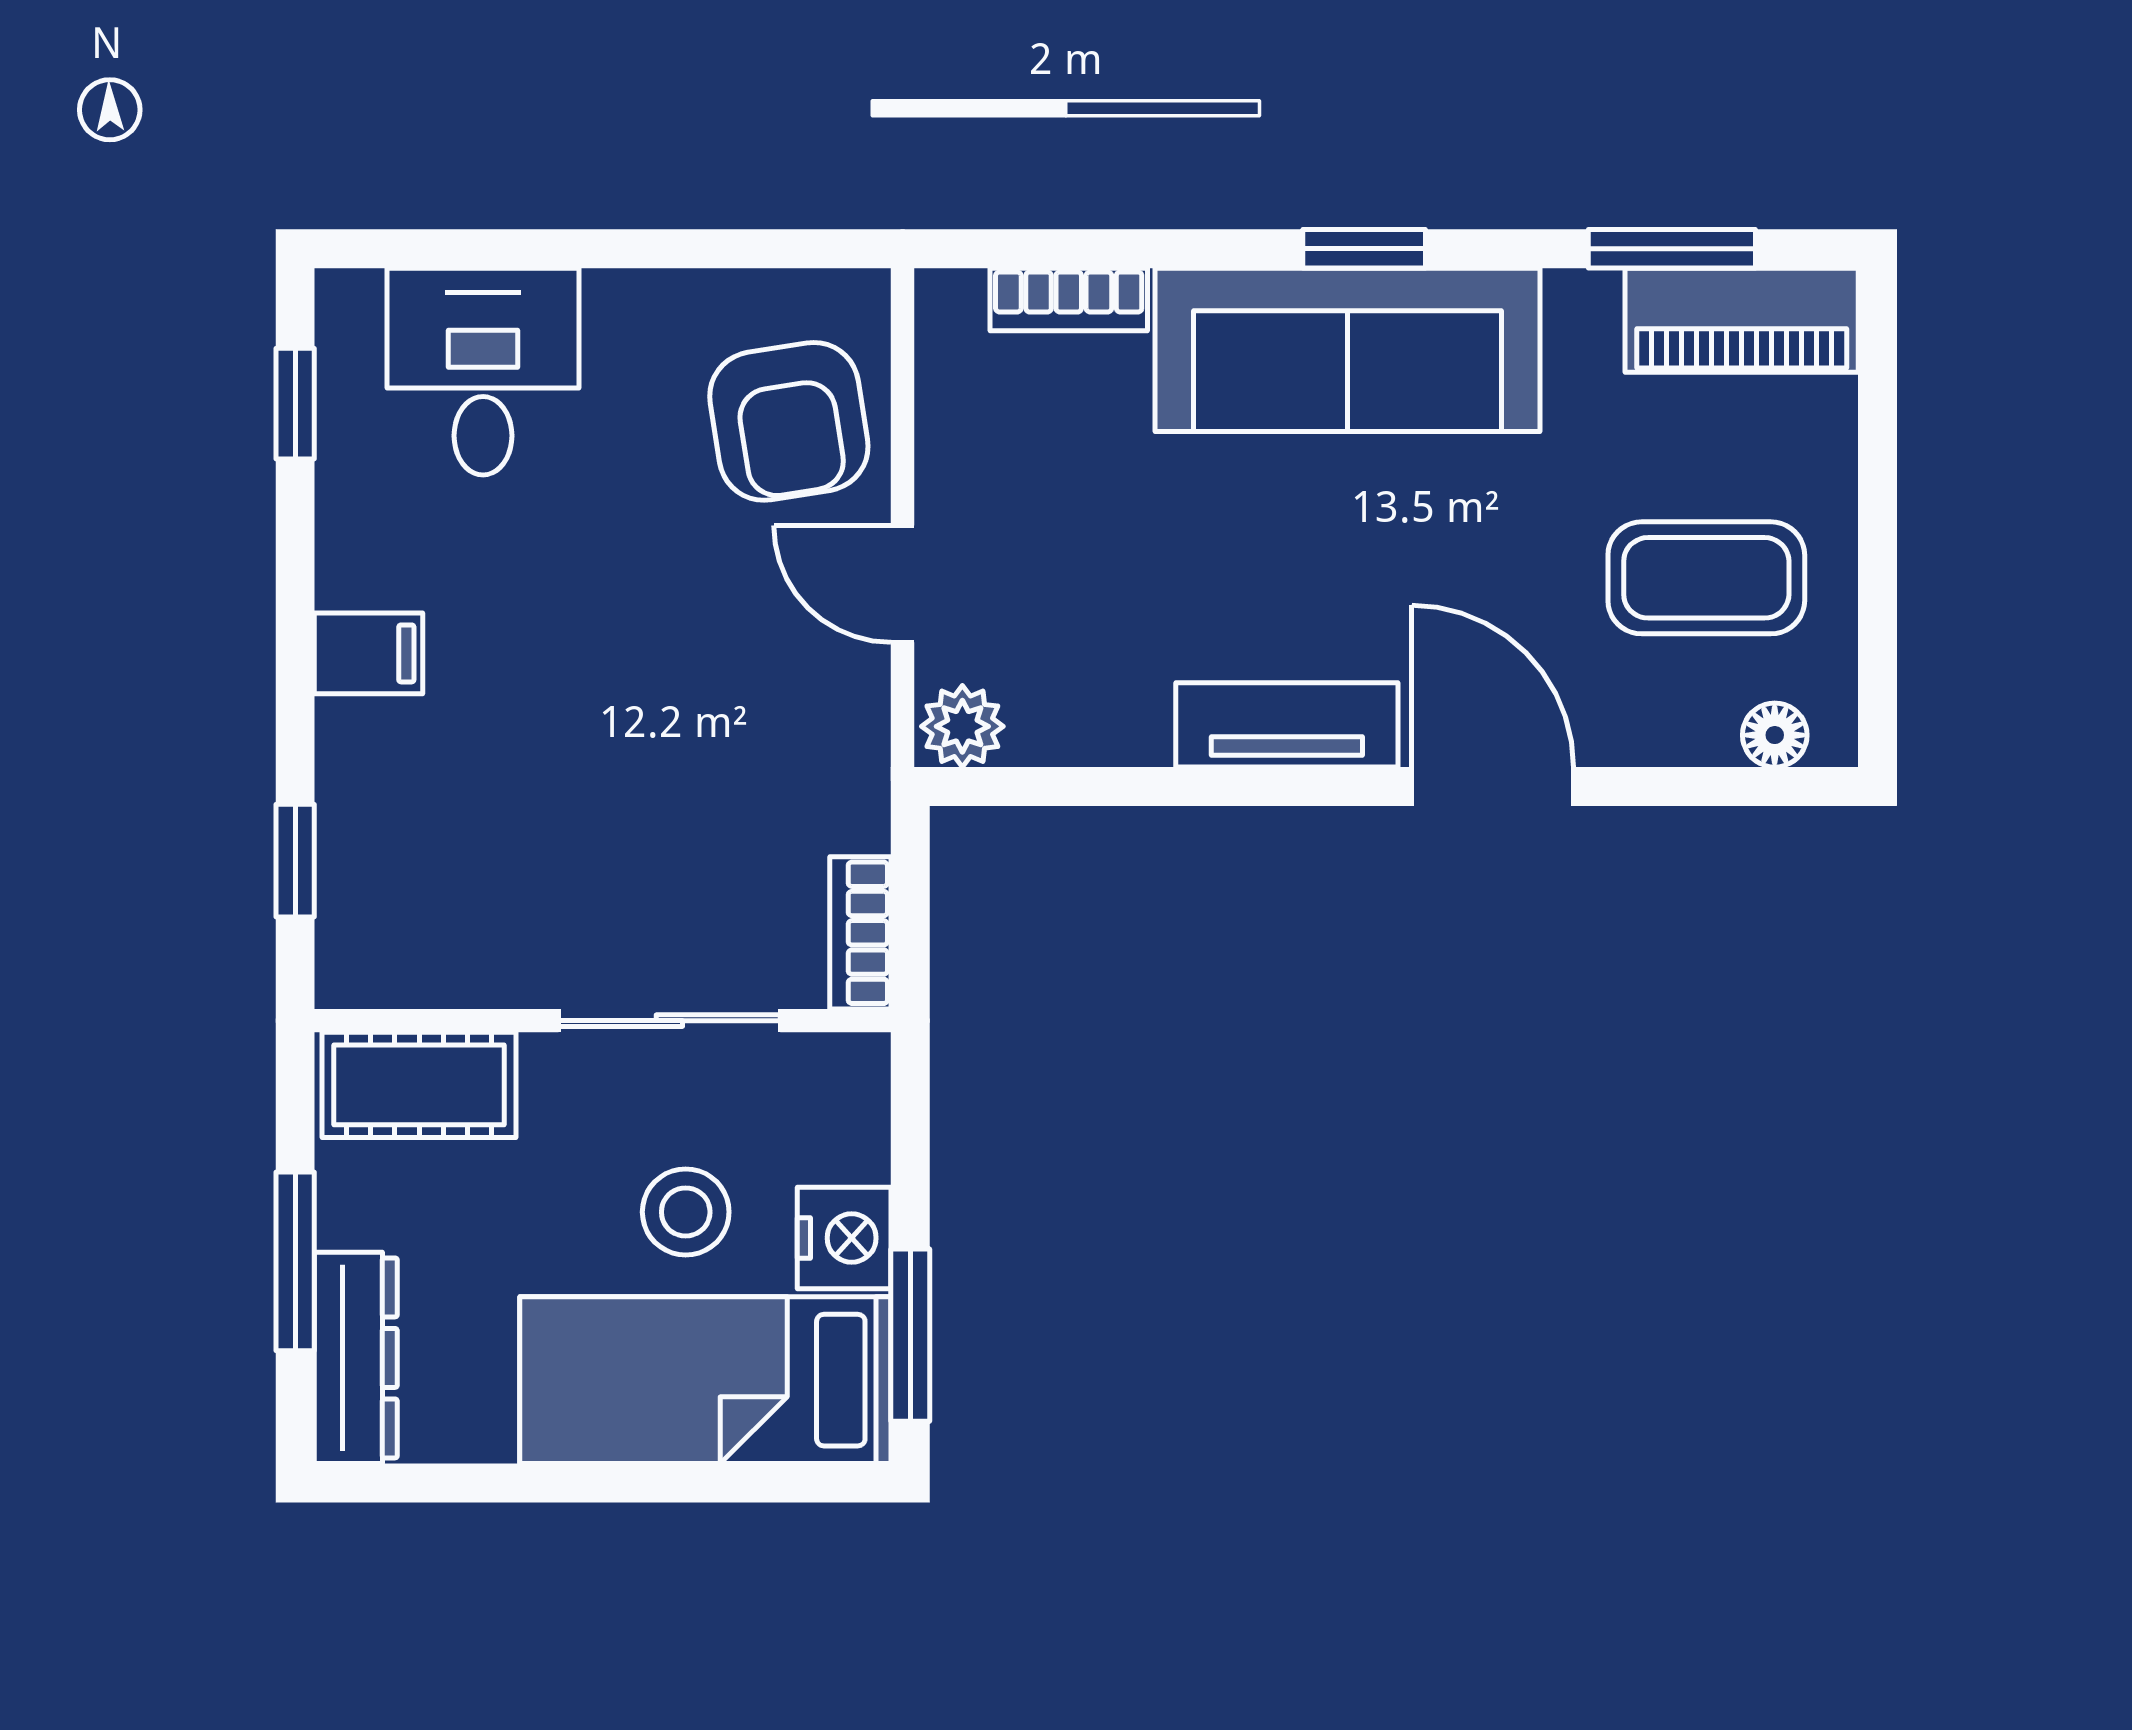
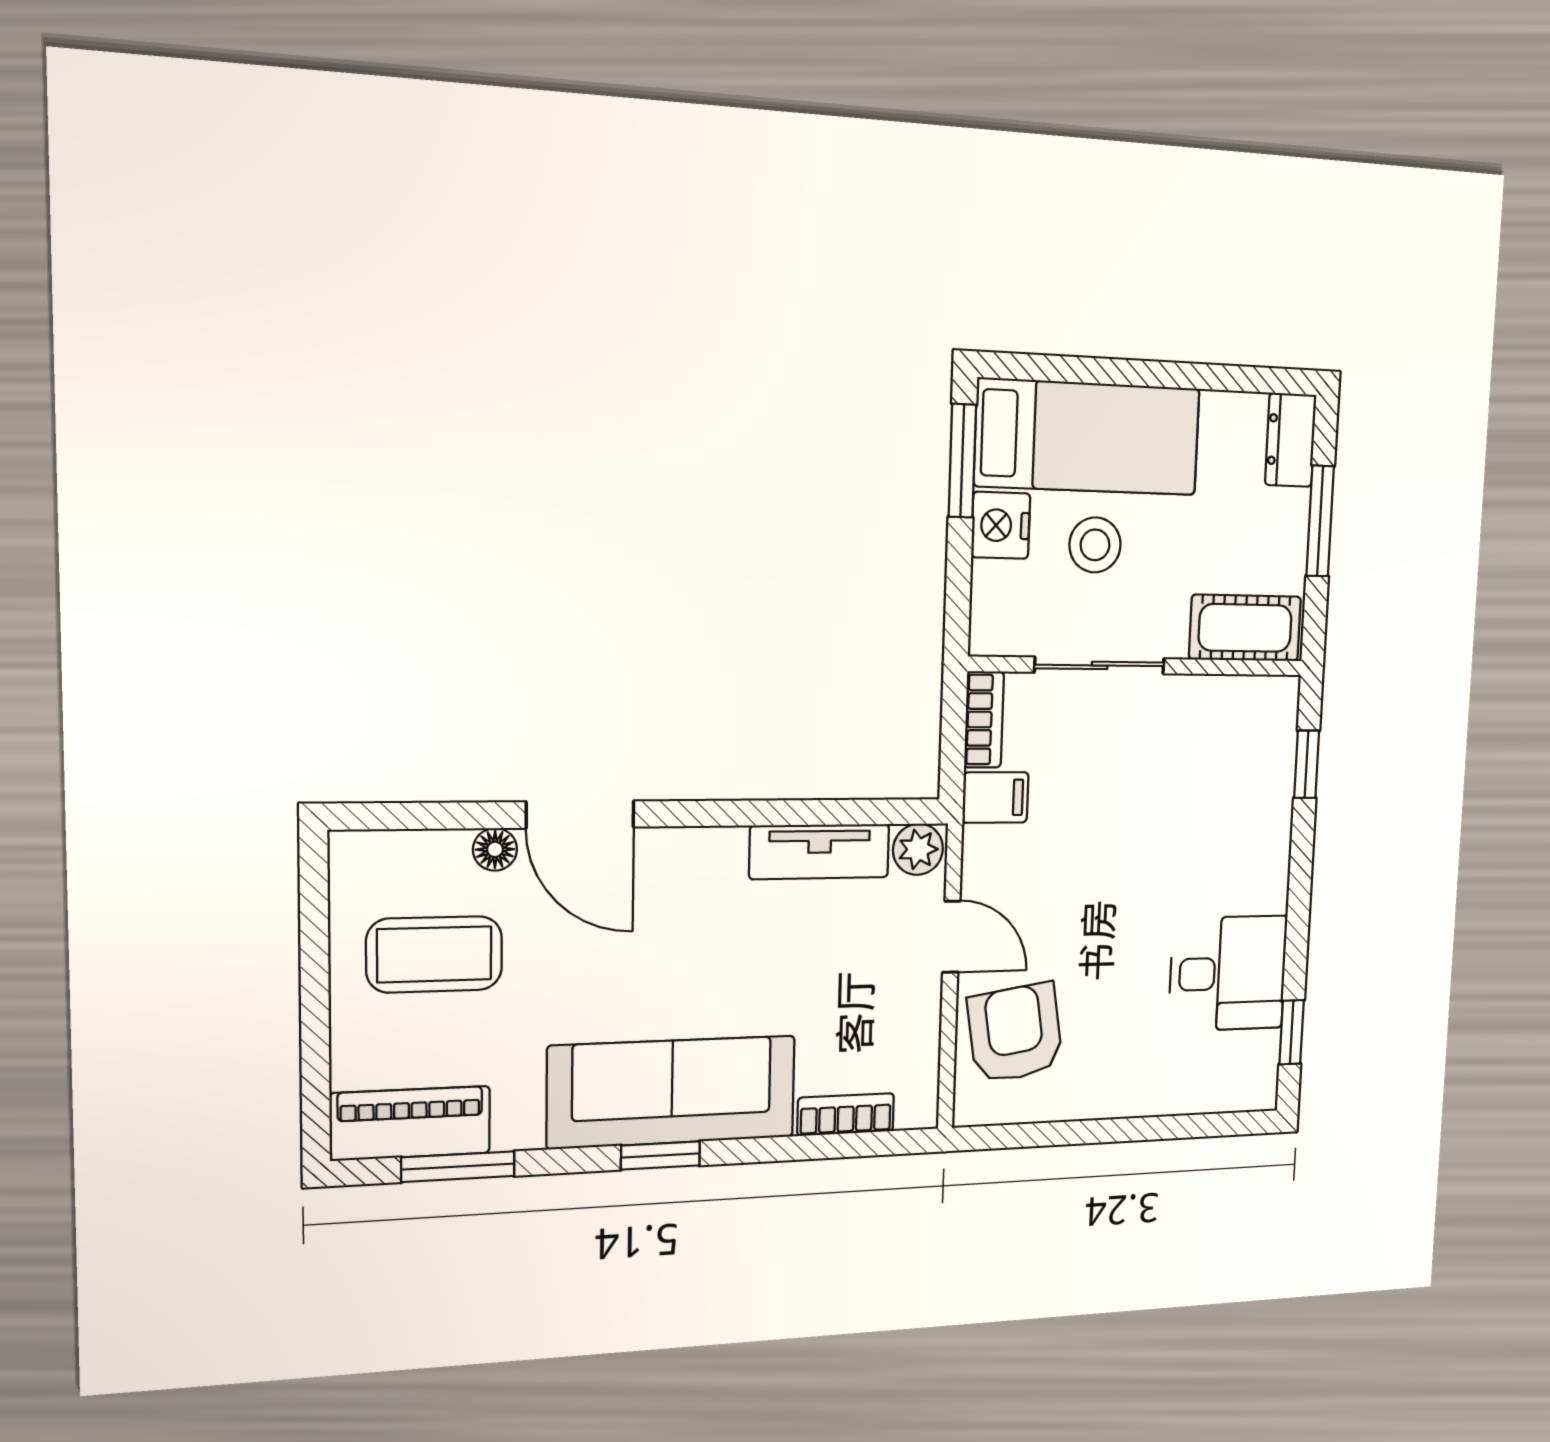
desk: (483, 372) -> (1228, 973), moved, turned -90
filing cabinet: (369, 653) -> (995, 797), moved, turned 180
tv unit: (1287, 725) -> (819, 852), moved
floor lamp: (1775, 735) -> (495, 849), moved
dresser: (356, 1358) -> (1291, 440), width x0.70

